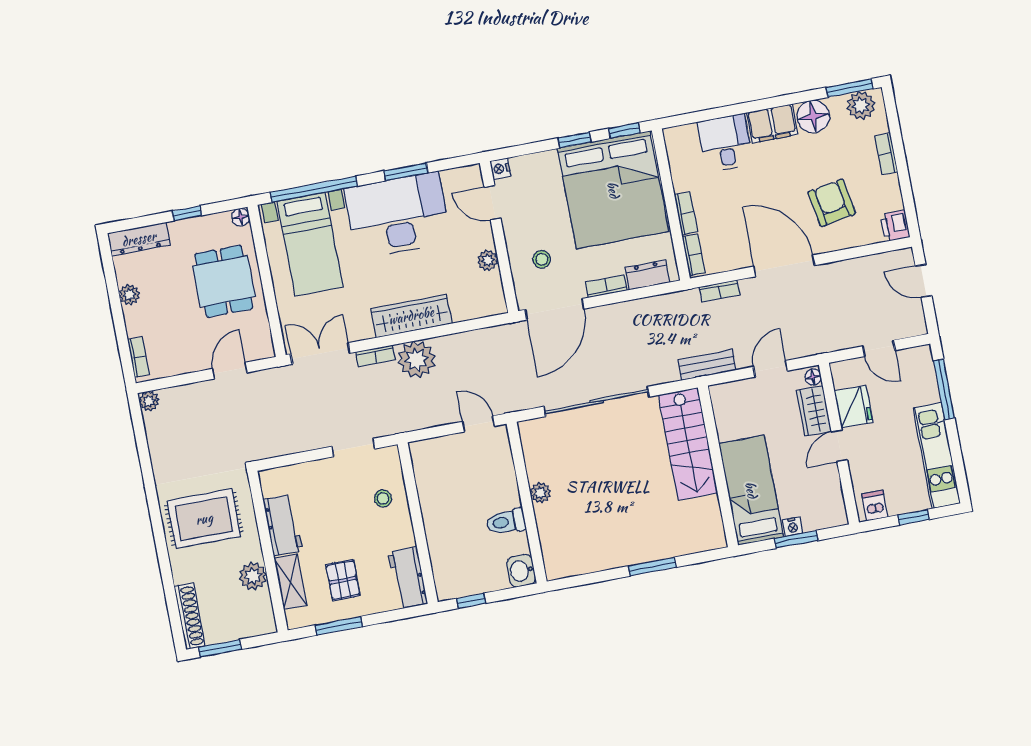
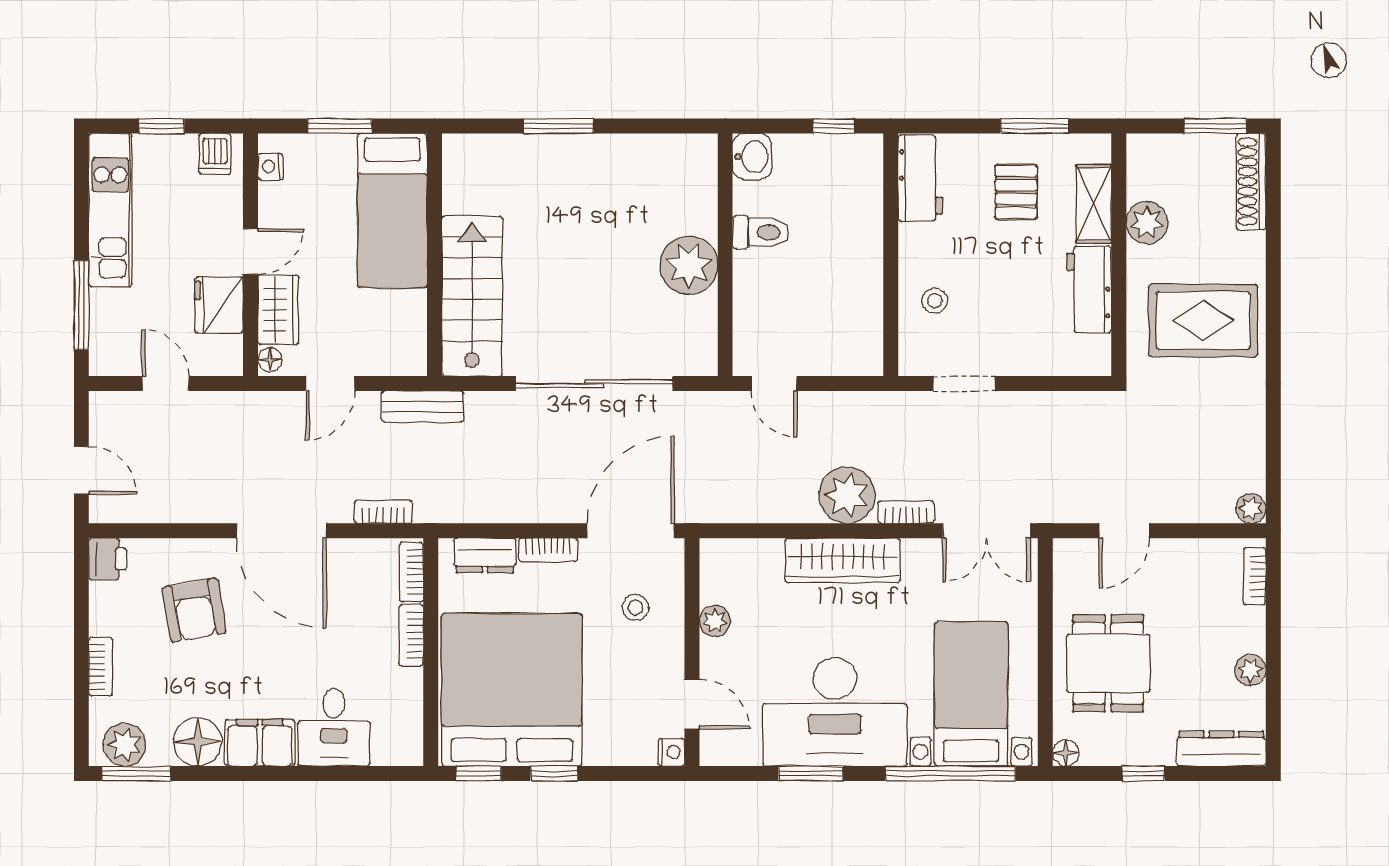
plant: (540, 493) -> (689, 265), width x1.88, depth x1.88
nightstand: (793, 527) -> (270, 167), moved, turned -90

